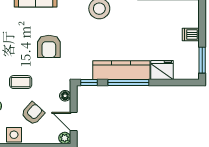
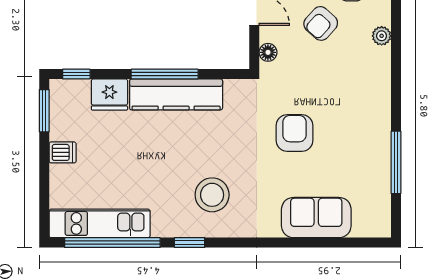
coffee table: (21, 82) -> (341, 75), removed
window: (89, 83) -> (76, 74), moved

